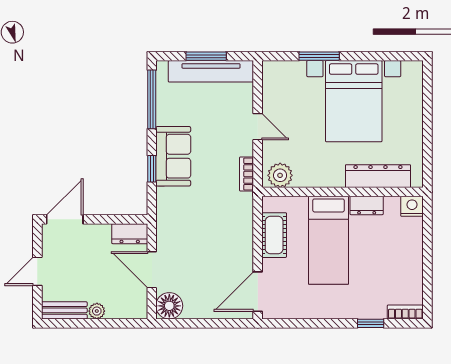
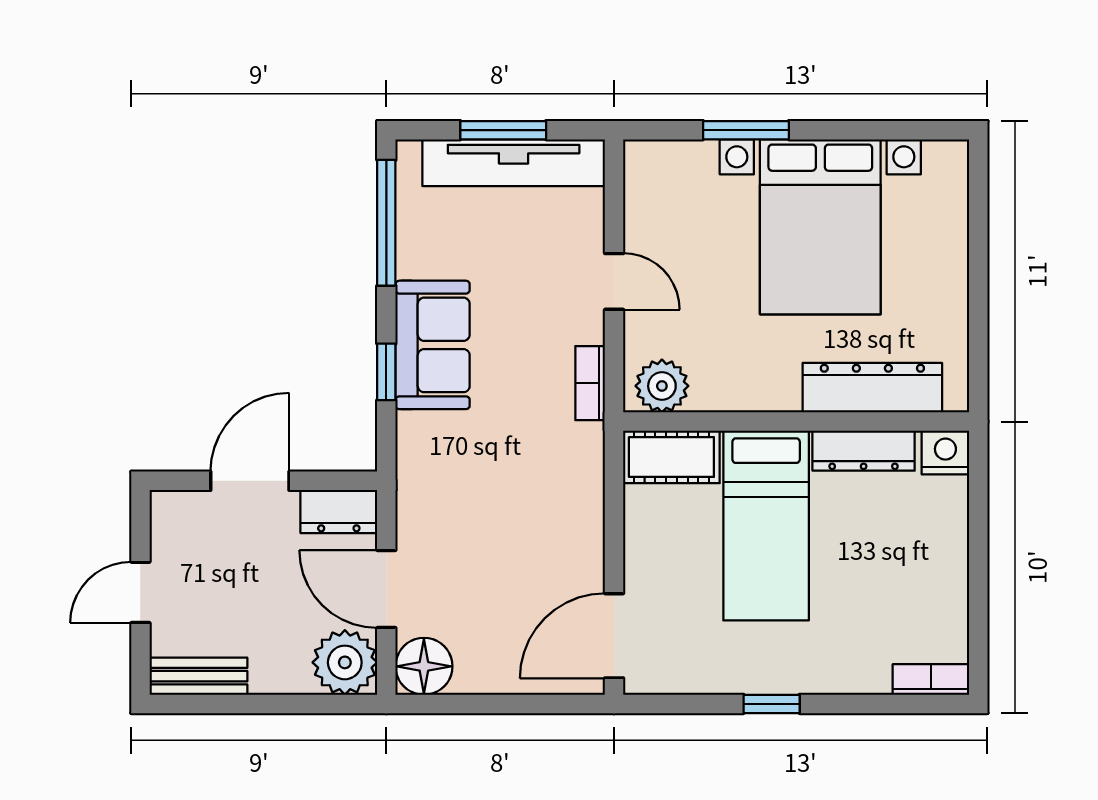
dresser: (367, 205) -> (864, 451), width x1.44
door: (65, 219) -> (250, 481), moved
cot: (274, 235) -> (671, 457), moved, turned 90
plant: (97, 311) -> (345, 662), moved, width x1.87, depth x1.87
window: (371, 323) -> (772, 704), moved

